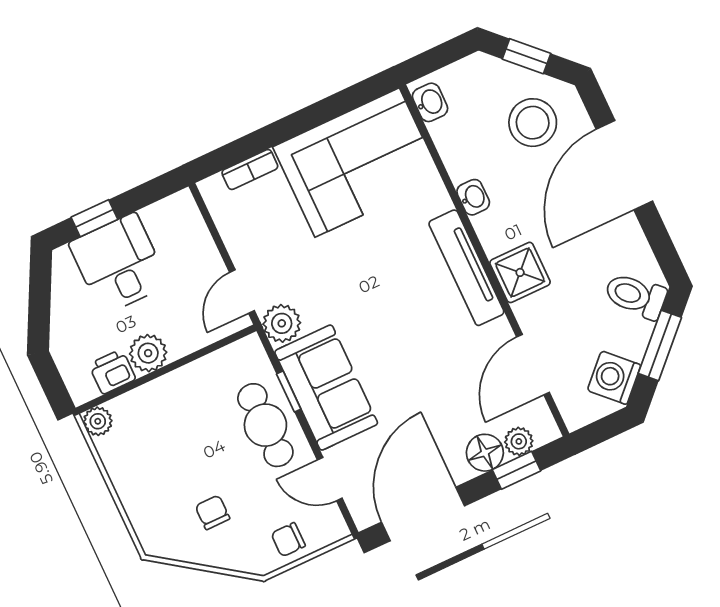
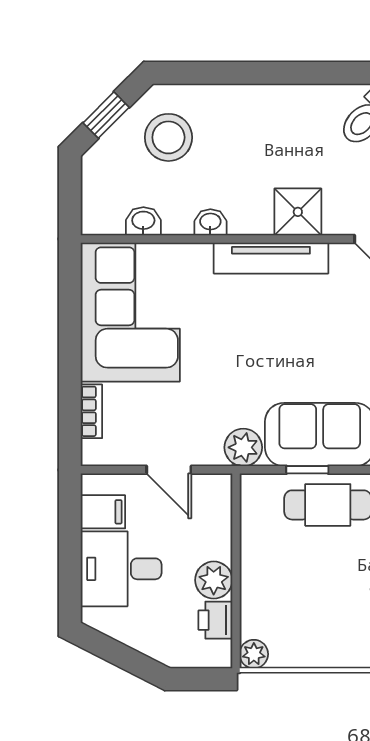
washbasin: (430, 102) -> (143, 221), moved
door: (624, 165) -> (245, 73), removed
window: (94, 218) -> (70, 572), removed
filing cabinet: (163, 223) -> (103, 512), added
door: (242, 292) -> (169, 470), moved

